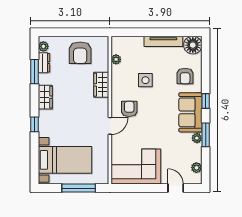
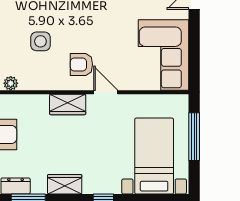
wardrobe: (101, 85) -> (68, 104), moved

